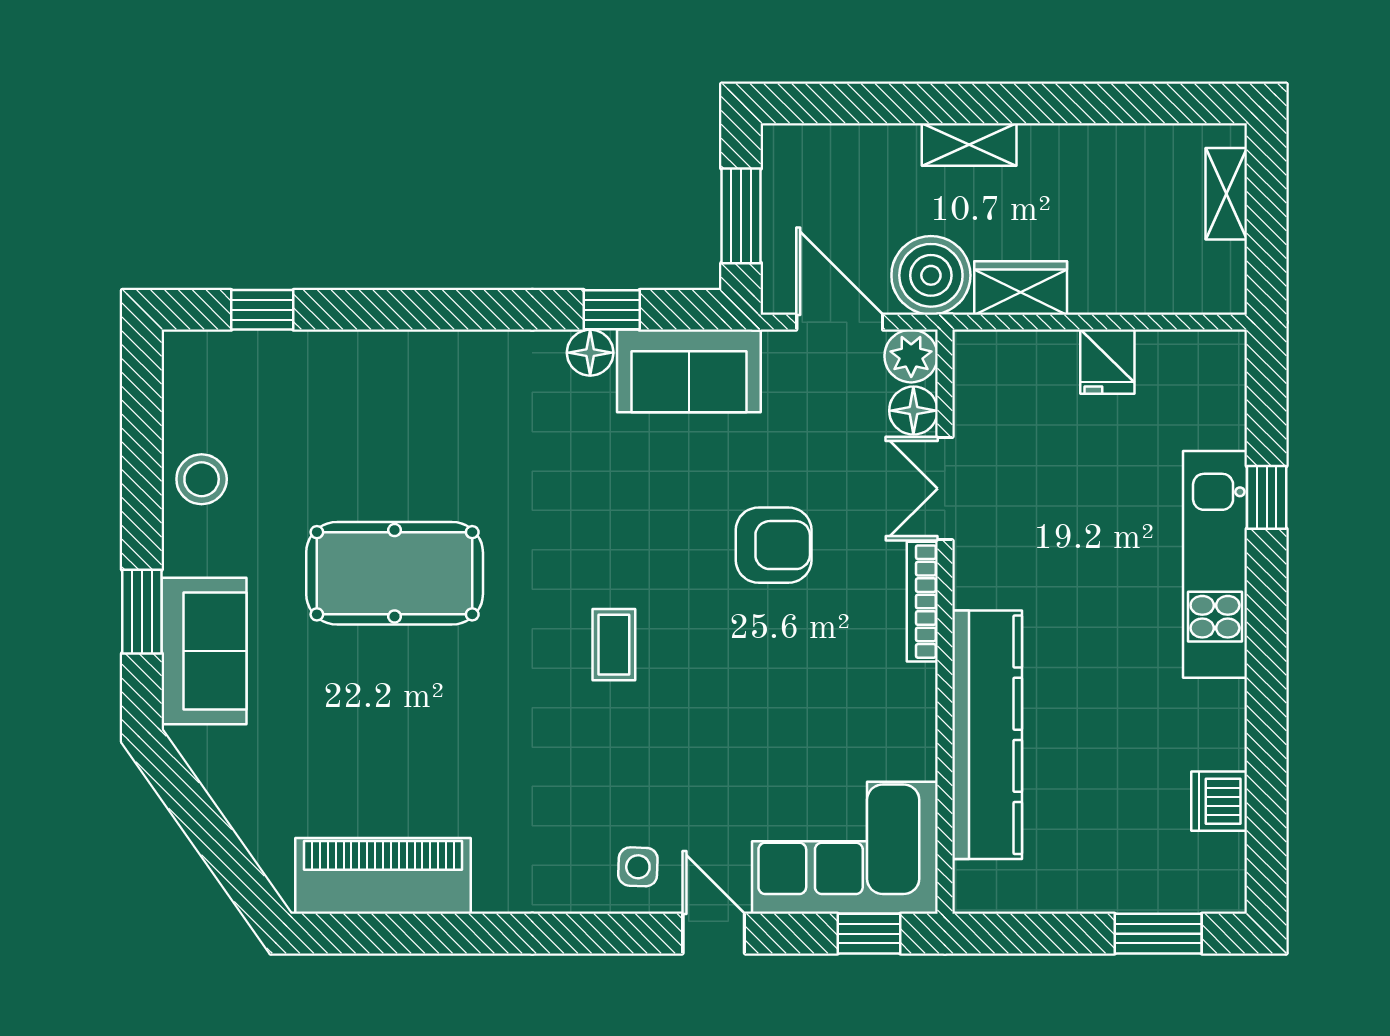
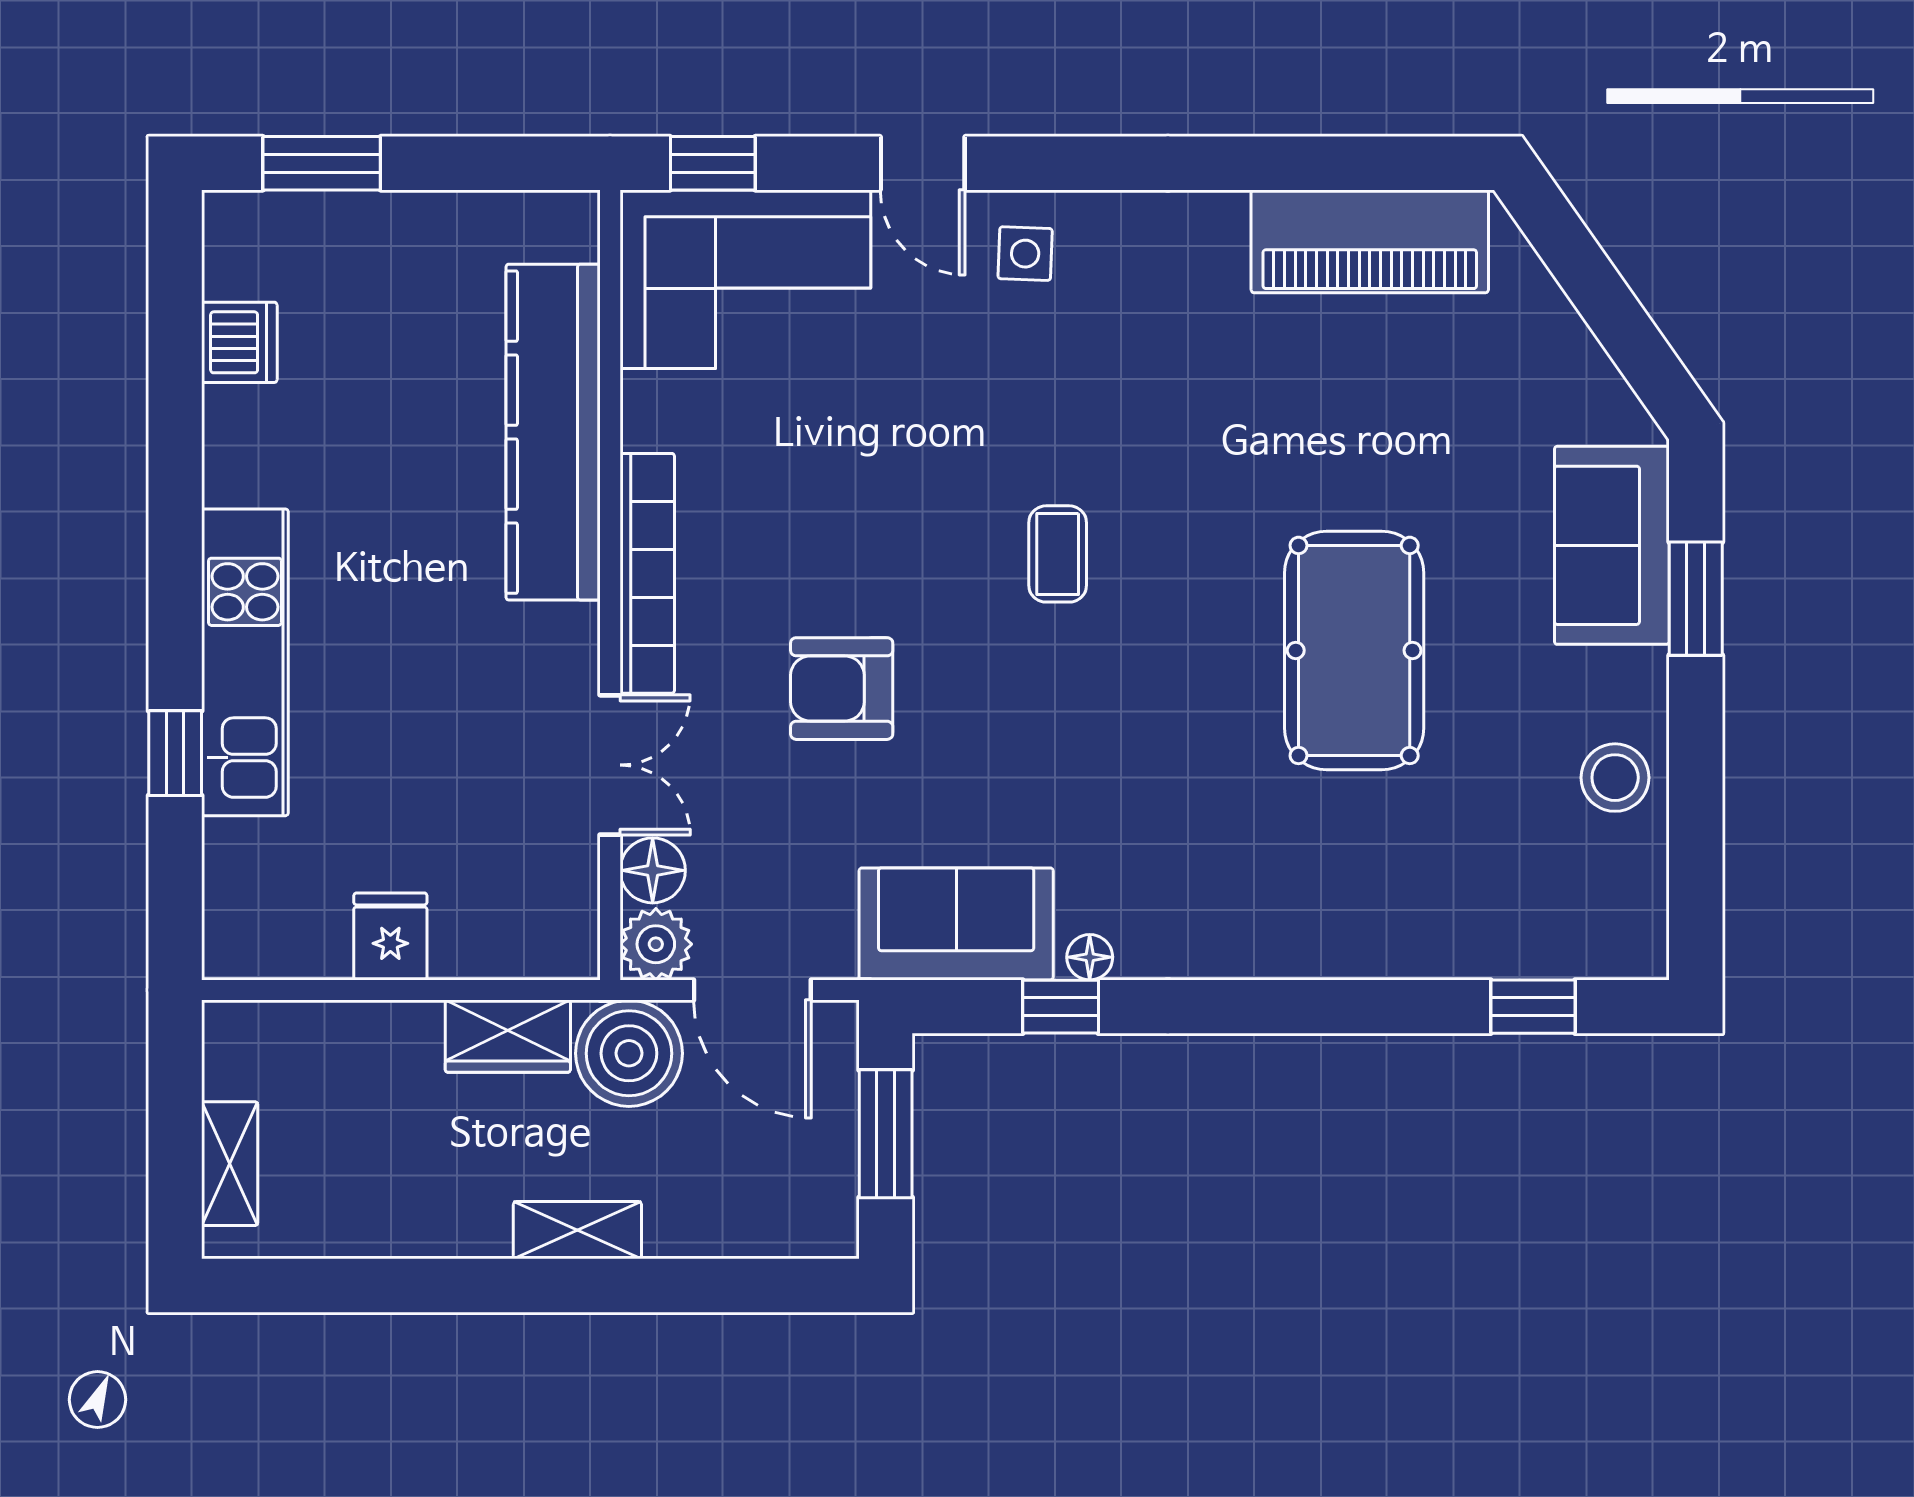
floor lamp: (590, 353) -> (1090, 957), width x0.73, depth x0.73
pool table: (395, 573) -> (1354, 650), turned 90
bookcase: (922, 602) -> (647, 573), width x1.48, depth x1.31

